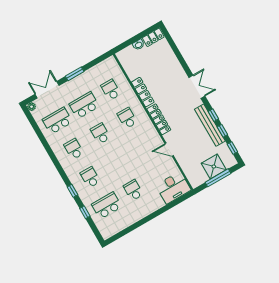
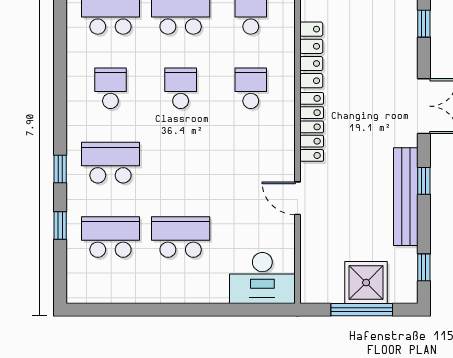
window: (222, 131) -> (424, 24), moved
school desk: (90, 177) -> (110, 163), width x1.85
school desk: (133, 190) -> (181, 237), width x1.85

